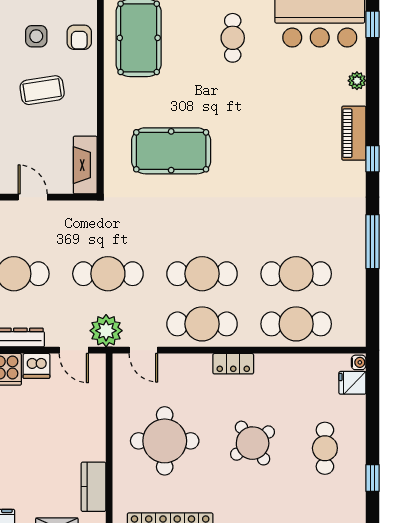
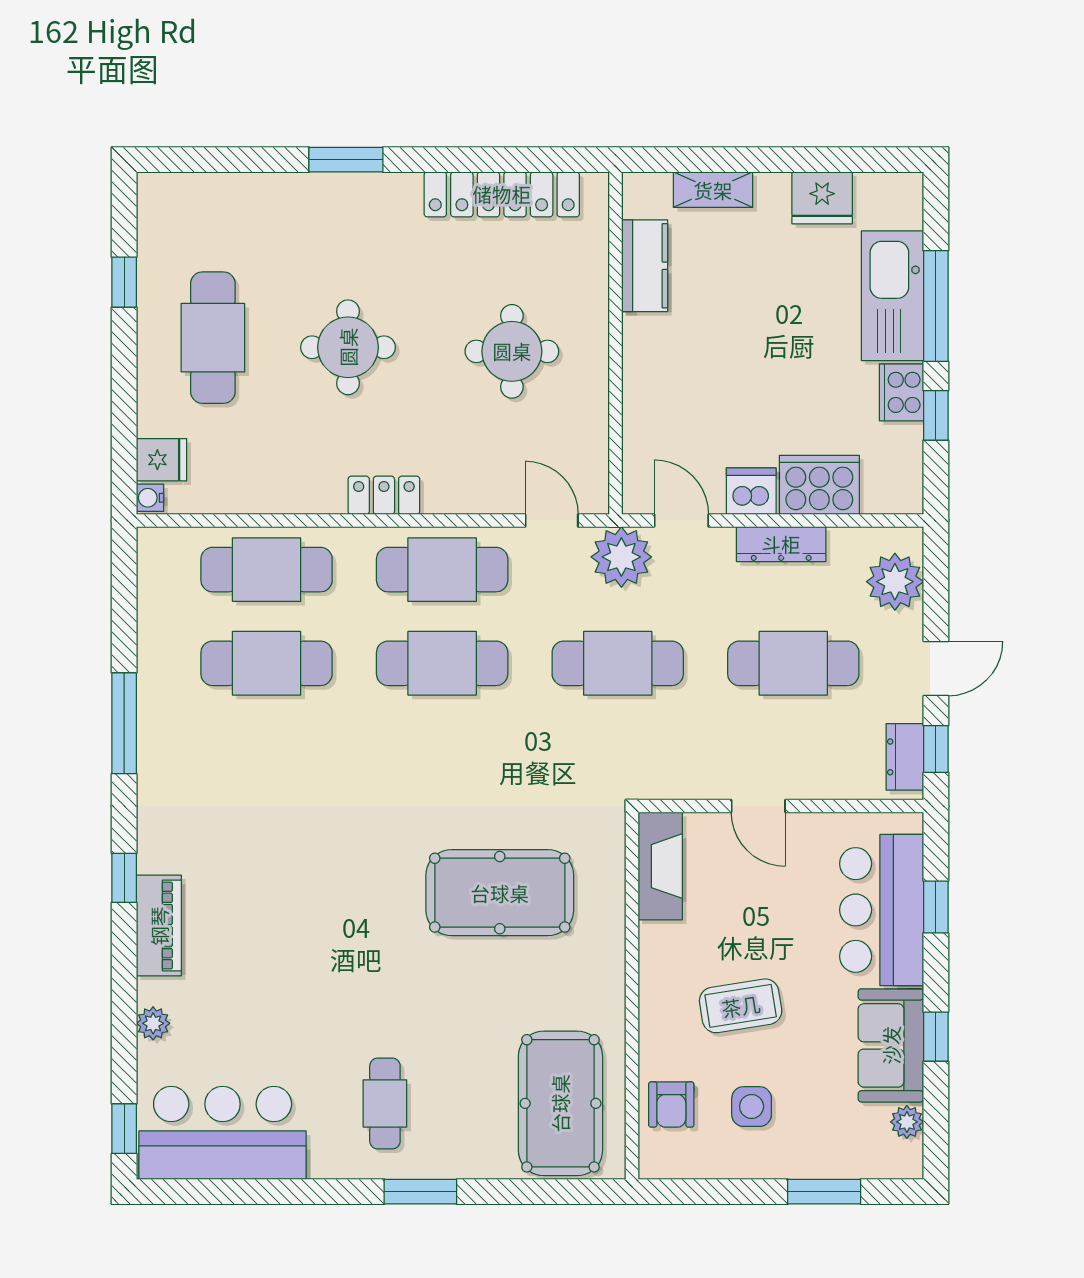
armchair: (79, 37) -> (671, 1105), turned 180
round table: (165, 441) -> (512, 351), width x0.73, depth x0.73
round table: (253, 443) -> (348, 347), turned 35
cafe table: (325, 448) -> (213, 338), width x1.37, depth x1.35

